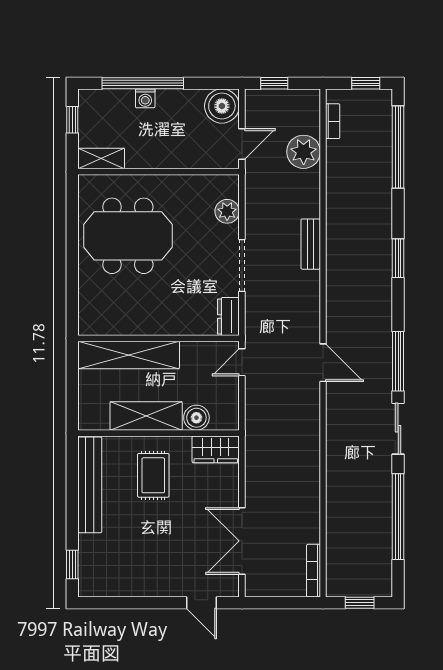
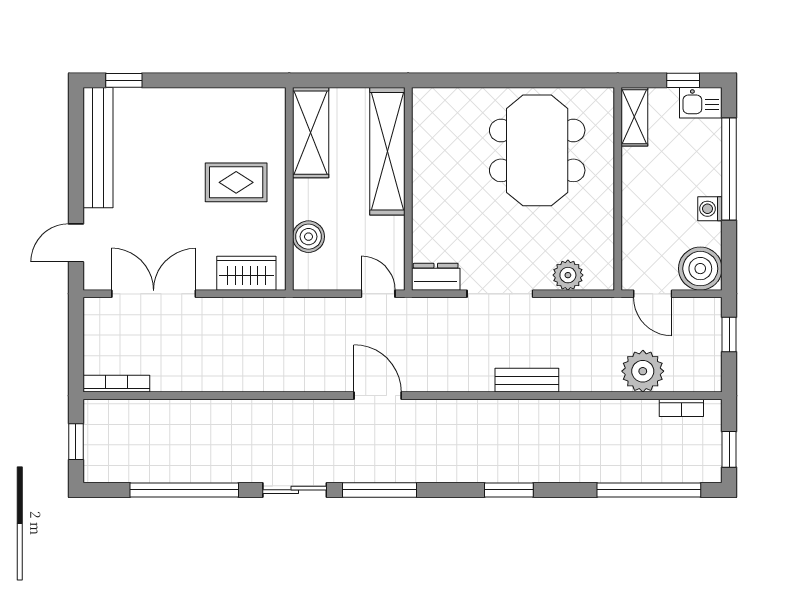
washing machine: (145, 98) -> (710, 209), moved
kitchen sink: (90, 106) -> (701, 103), added
door: (323, 363) -> (378, 396), swing flipped
shelving: (146, 416) -> (311, 133), moved
wardrobe: (216, 449) -> (246, 273), moved, turned 90
bench: (90, 485) -> (98, 148), moved, turned 90

